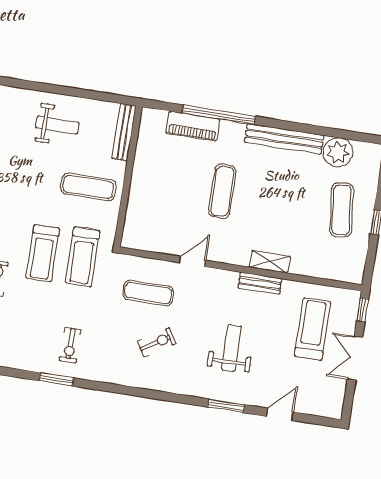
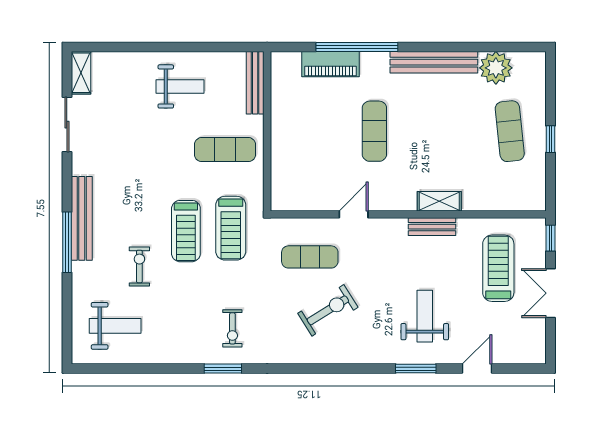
exercise bike: (157, 343) -> (328, 310), width x1.38, depth x1.39
weight bench: (231, 348) -> (425, 316), moved

